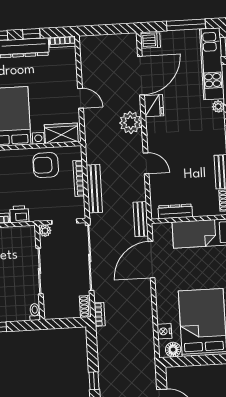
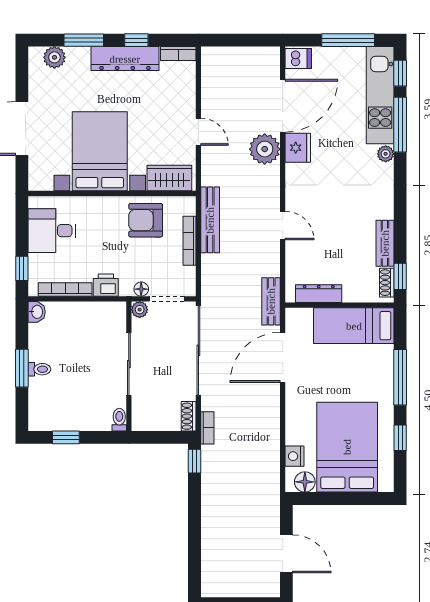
plant: (131, 123) -> (265, 149), moved
bench: (94, 189) -> (210, 220), moved
floor lamp: (45, 216) -> (141, 289), added
window: (94, 381) -> (195, 461), moved

